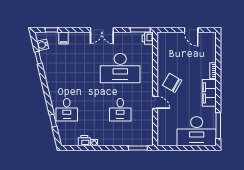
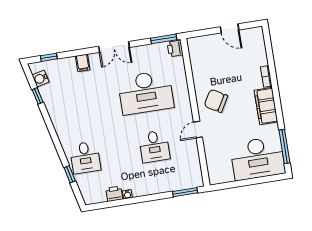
filing cabinet: (64, 38) -> (83, 63), moved
door: (155, 102) -> (198, 130), swing flipped

